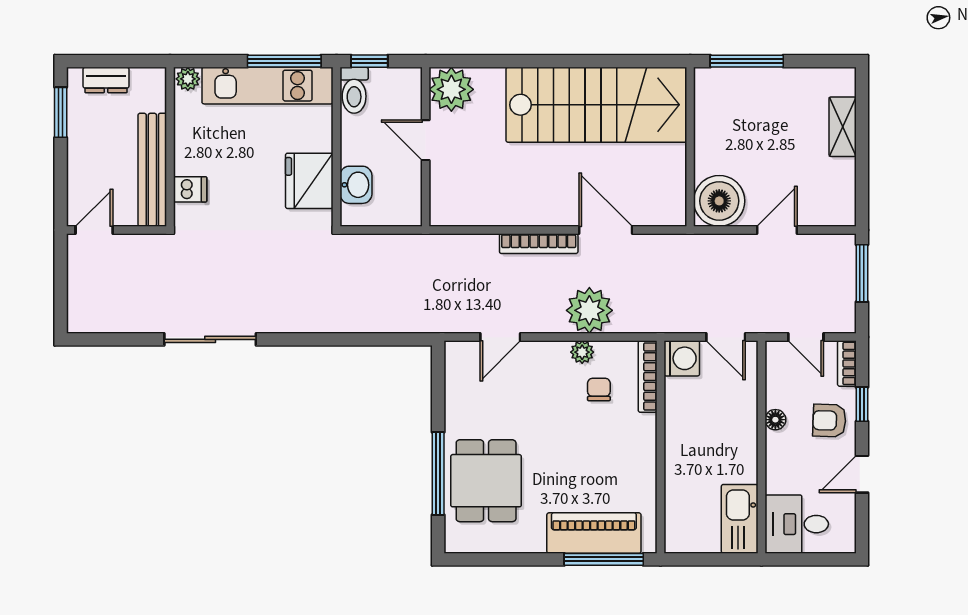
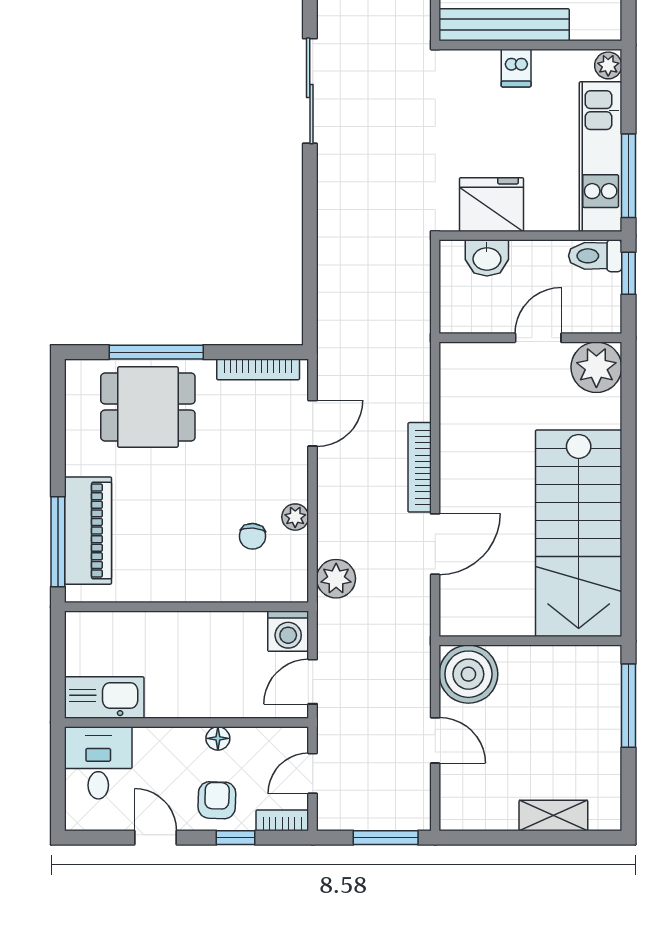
dishwasher: (190, 189) -> (516, 68), moved
plant: (589, 310) -> (336, 579), moved, width x0.73, depth x0.73
door: (500, 337) -> (313, 423), swing flipped
bookcase: (648, 377) -> (258, 369), moved, turned 180
chair: (599, 389) -> (253, 536), turned 94

